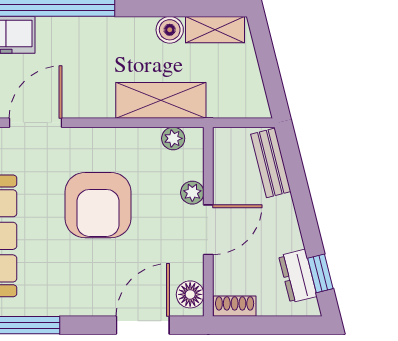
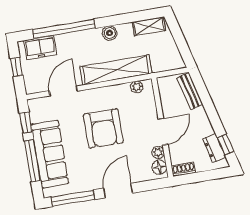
boiler: (170, 30) -> (110, 33), moved
shelving: (161, 100) -> (116, 70), width x1.47
plant: (192, 193) -> (158, 152), moved
door: (143, 325) -> (118, 191), moved

